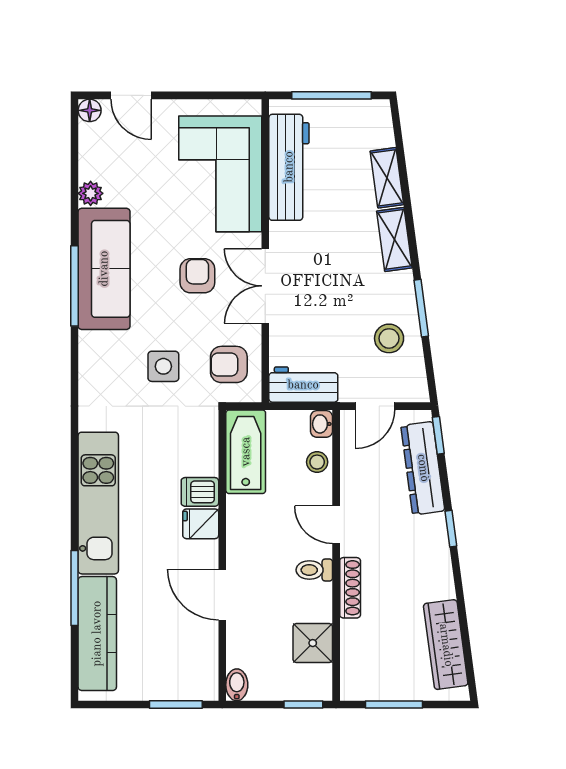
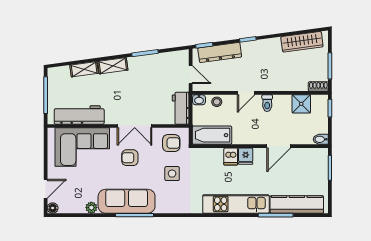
stool: (389, 338) -> (159, 68), removed
armchair: (229, 364) -> (171, 143), turned -90
shoe rack: (350, 588) -> (318, 86), moved, width x0.70

